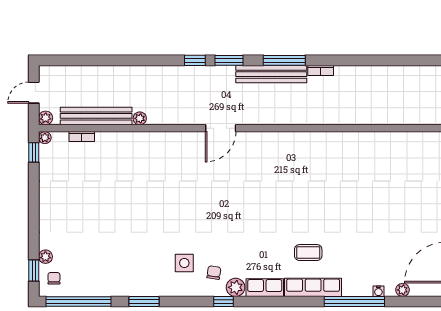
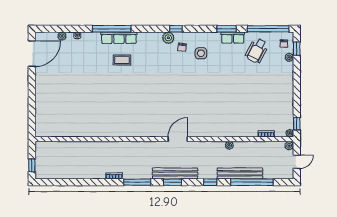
window: (104, 60) -> (252, 182), added
window: (195, 60) -> (210, 182), moved
bench: (271, 74) -> (175, 173), moved
bench: (96, 116) -> (240, 173), moved
wheelchair: (97, 267) -> (257, 51), added
row of seats: (265, 288) -> (233, 38), moved
window: (354, 302) -> (112, 29), moved

